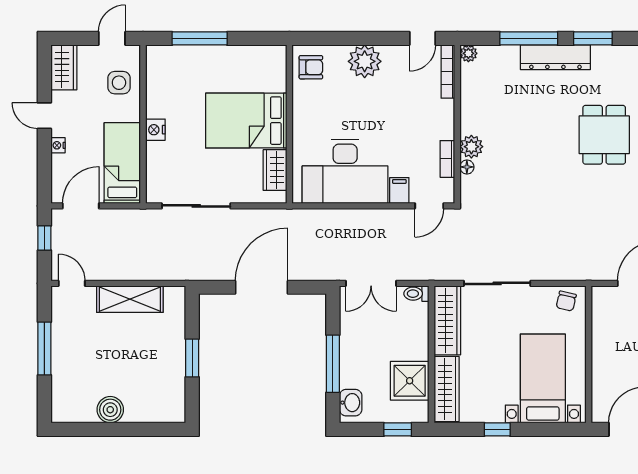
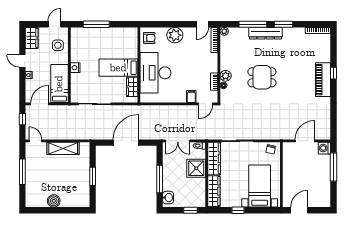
bed: (246, 121) -> (118, 68), width x0.67
dining table: (604, 135) -> (262, 77), moved, turned 90
desk: (345, 171) -> (155, 73), moved, turned 90
shower: (410, 381) -> (196, 168), moved

